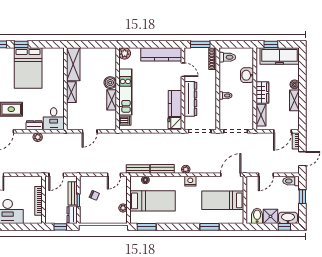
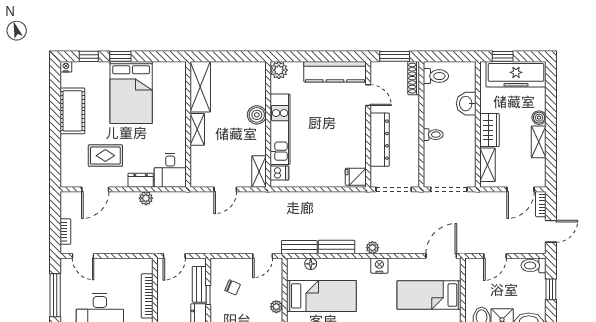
shelving: (112, 100) -> (259, 171), moved
kitchen counter: (175, 103) -> (356, 147), removed

